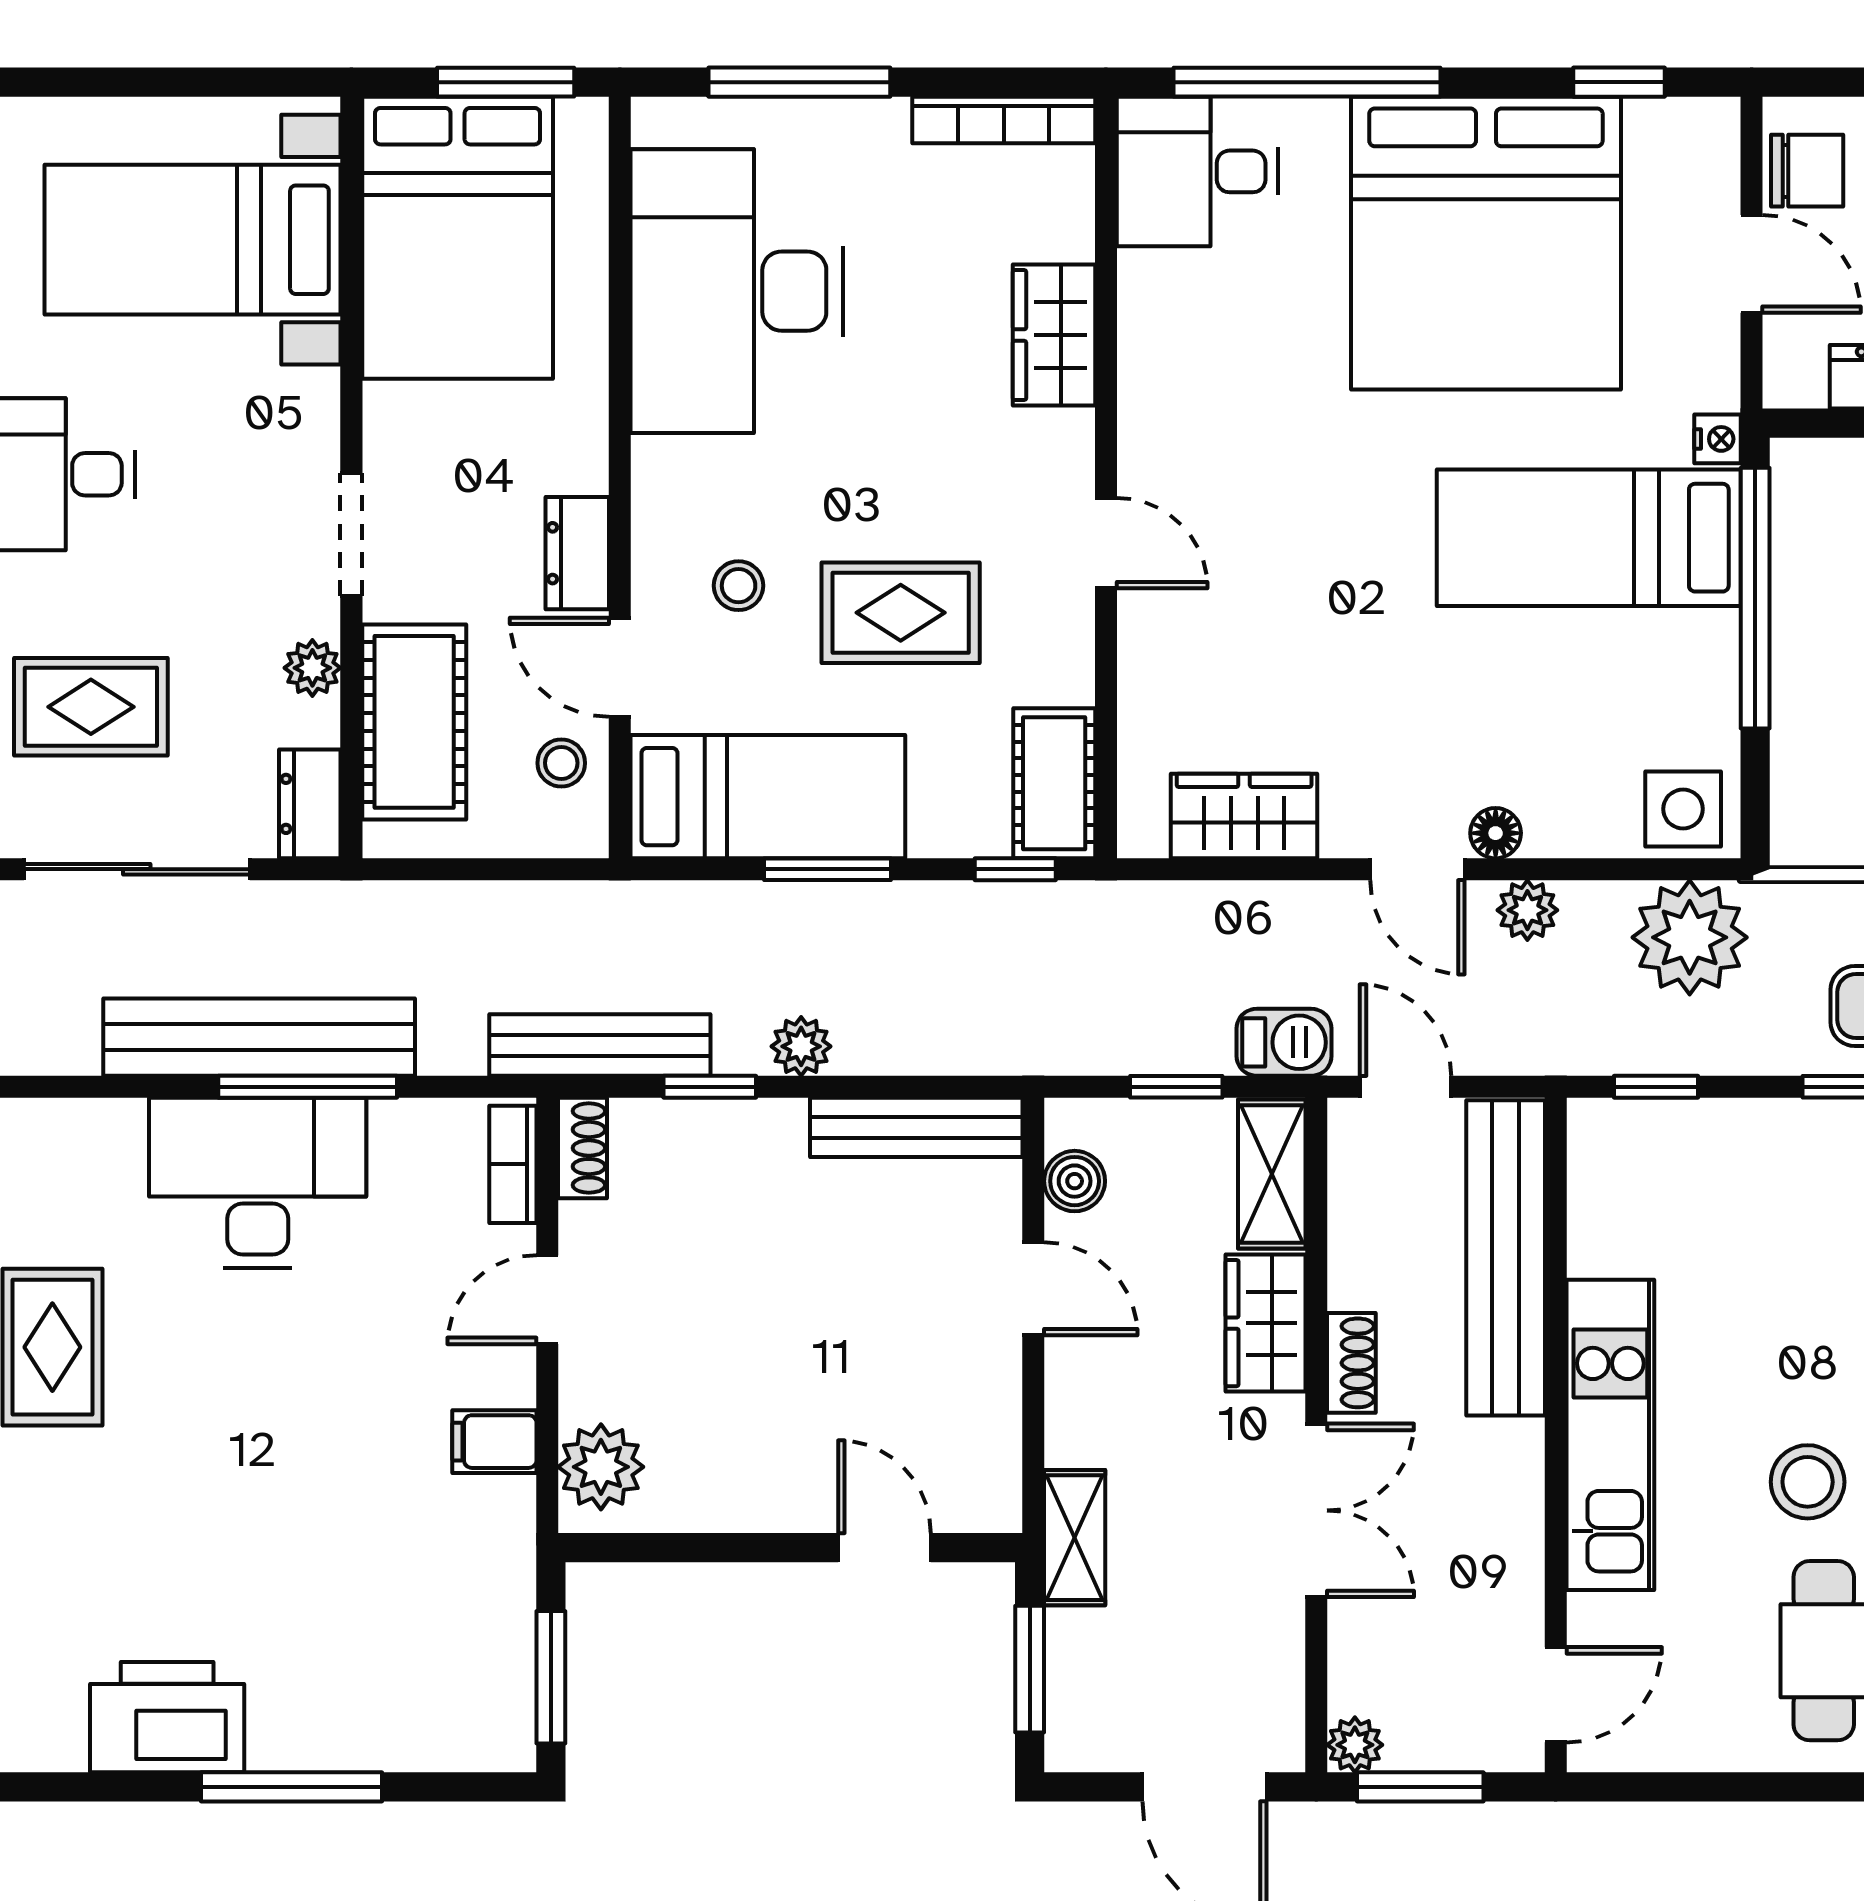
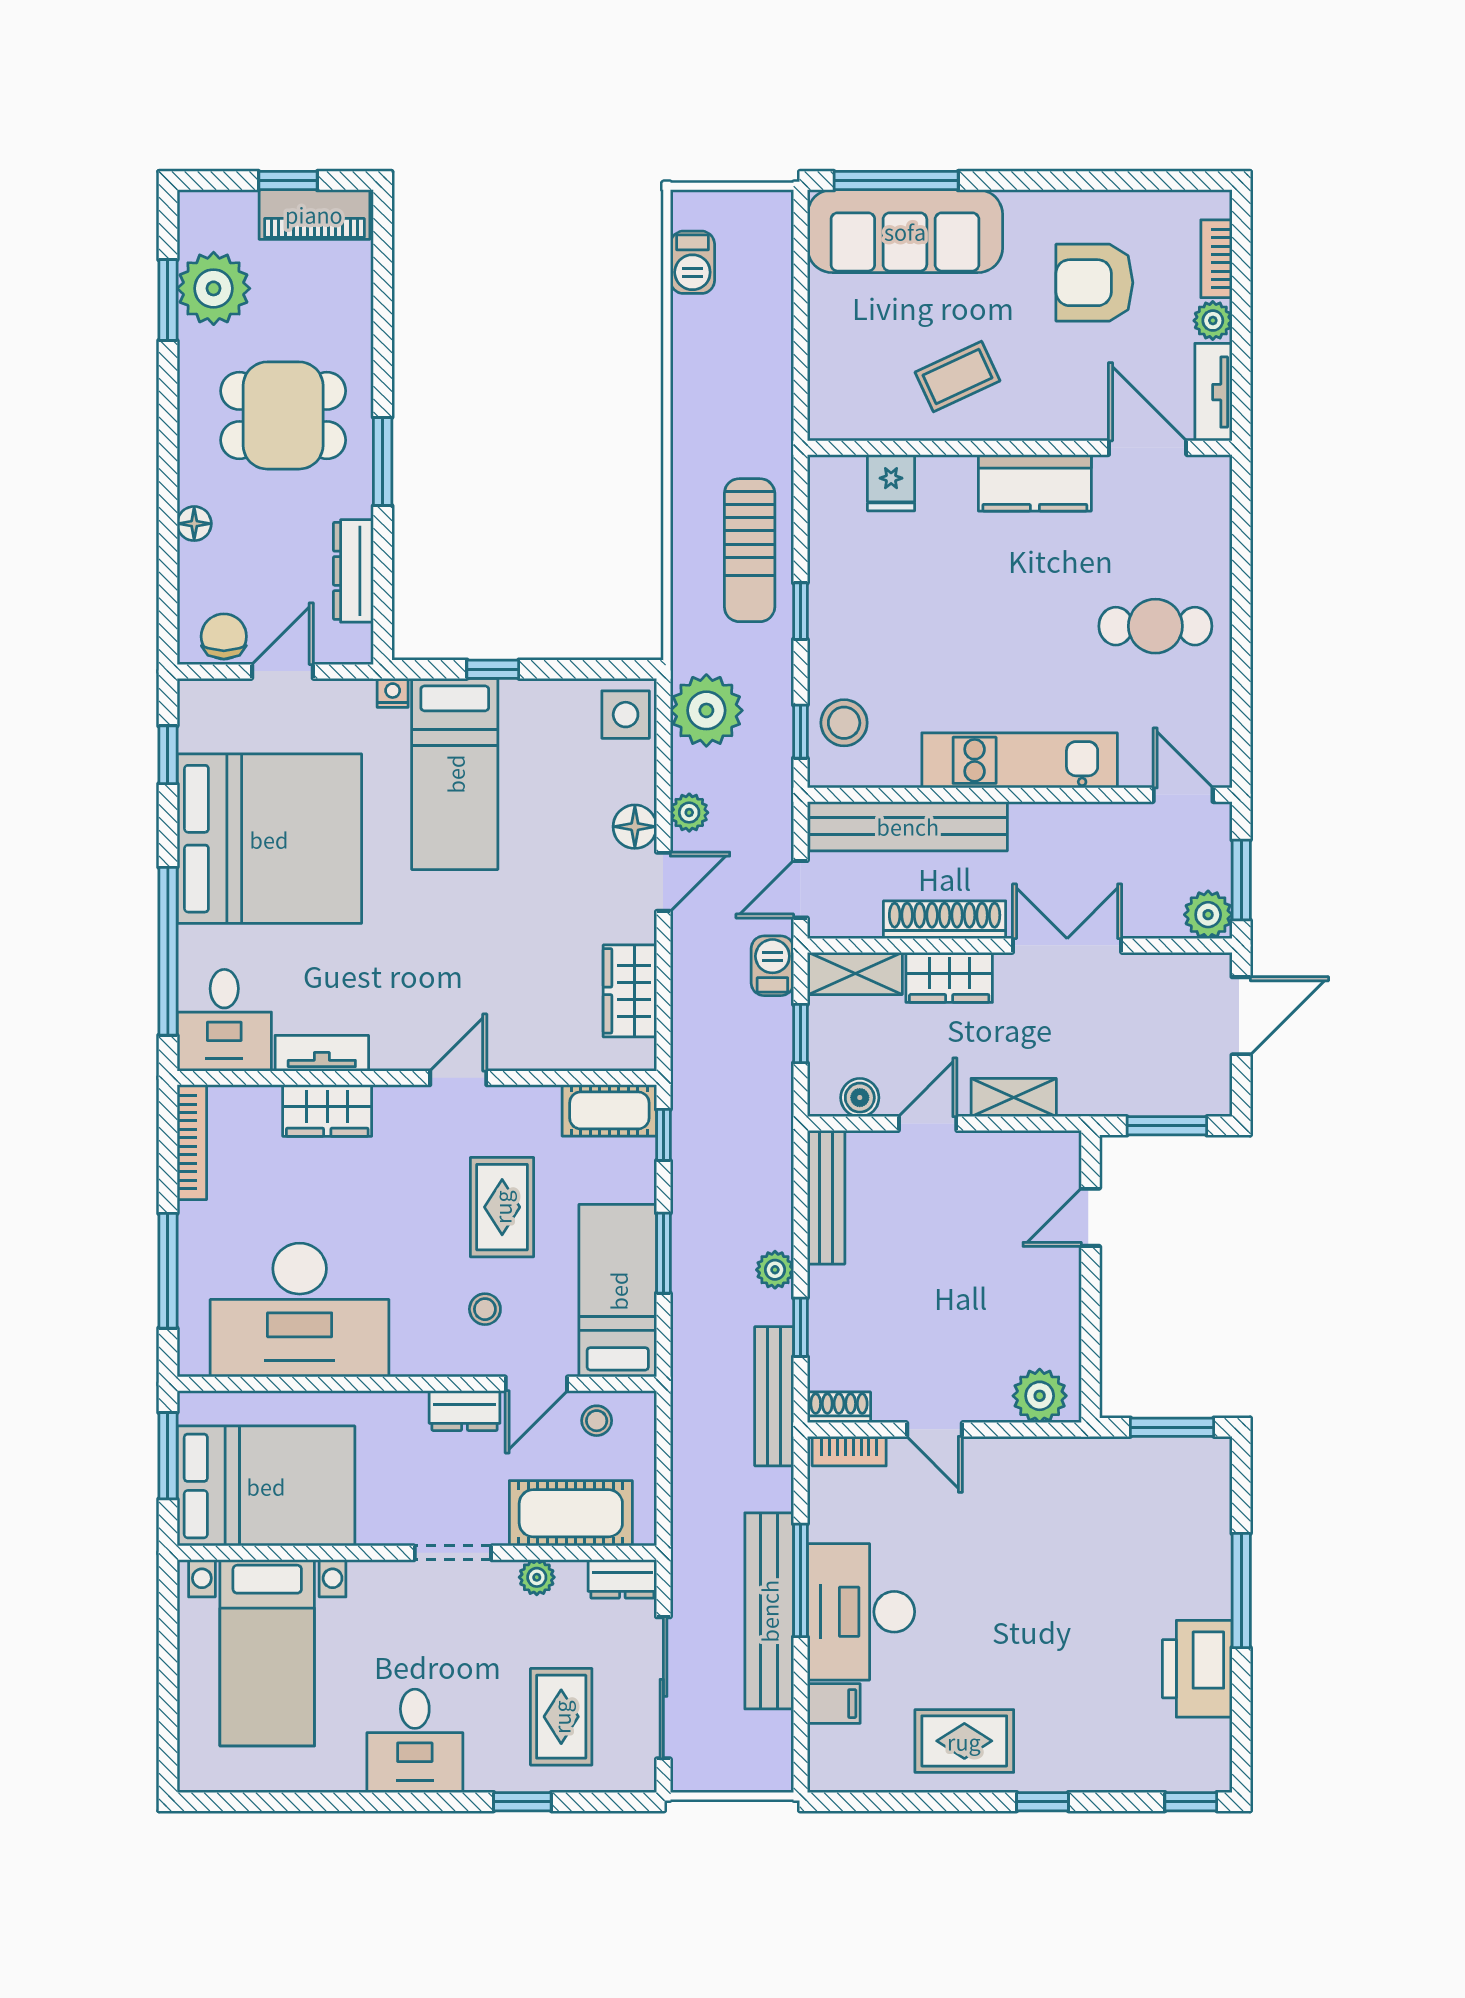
tv unit: (1145, 326) -> (322, 1053), added
window: (1755, 598) -> (493, 669), width x0.32
floor lamp: (1496, 833) -> (635, 827), width x1.37, depth x1.37
shoe rack: (1351, 1363) -> (945, 920), width x1.94, depth x1.24
filing cabinet: (494, 1442) -> (834, 1704), moved, turned -90
stool: (1808, 1482) -> (844, 723), moved
shelving: (1075, 1538) -> (1014, 1097), moved
plant: (1355, 1745) -> (1208, 915), width x1.38, depth x1.38

